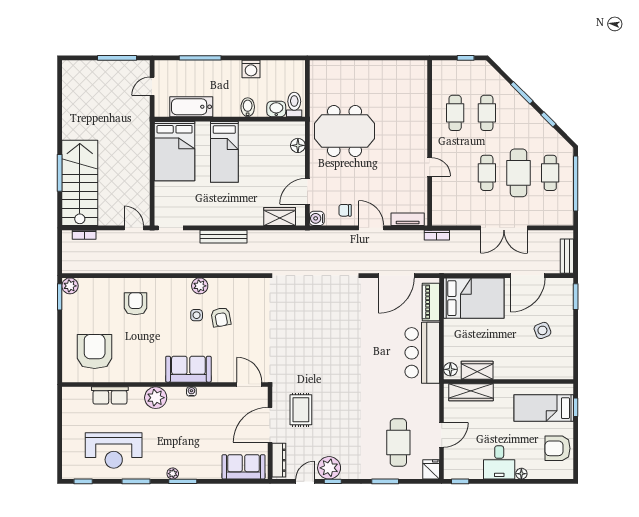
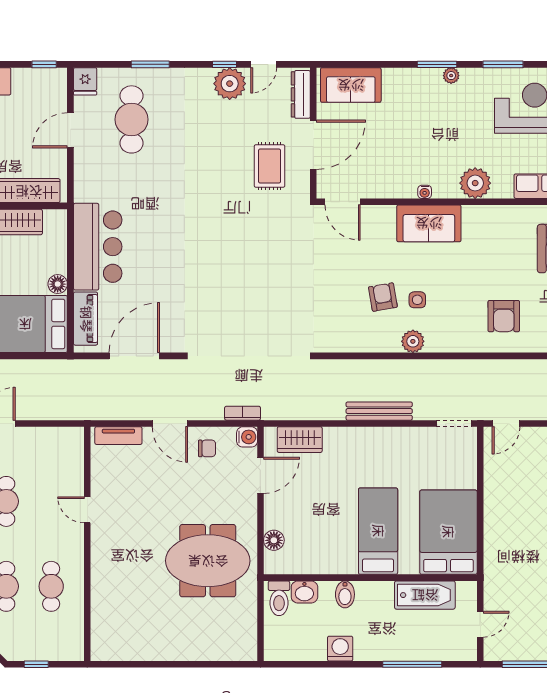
door: (134, 228) -> (506, 423), hinge flipped
bookcase: (437, 235) -> (243, 413), moved
floor lamp: (450, 369) -> (58, 284), moved

